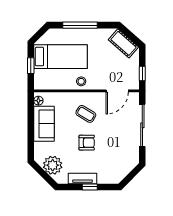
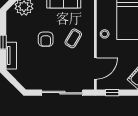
door: (117, 91) -> (95, 68), swing flipped
tv unit: (83, 178) -> (11, 56), moved

